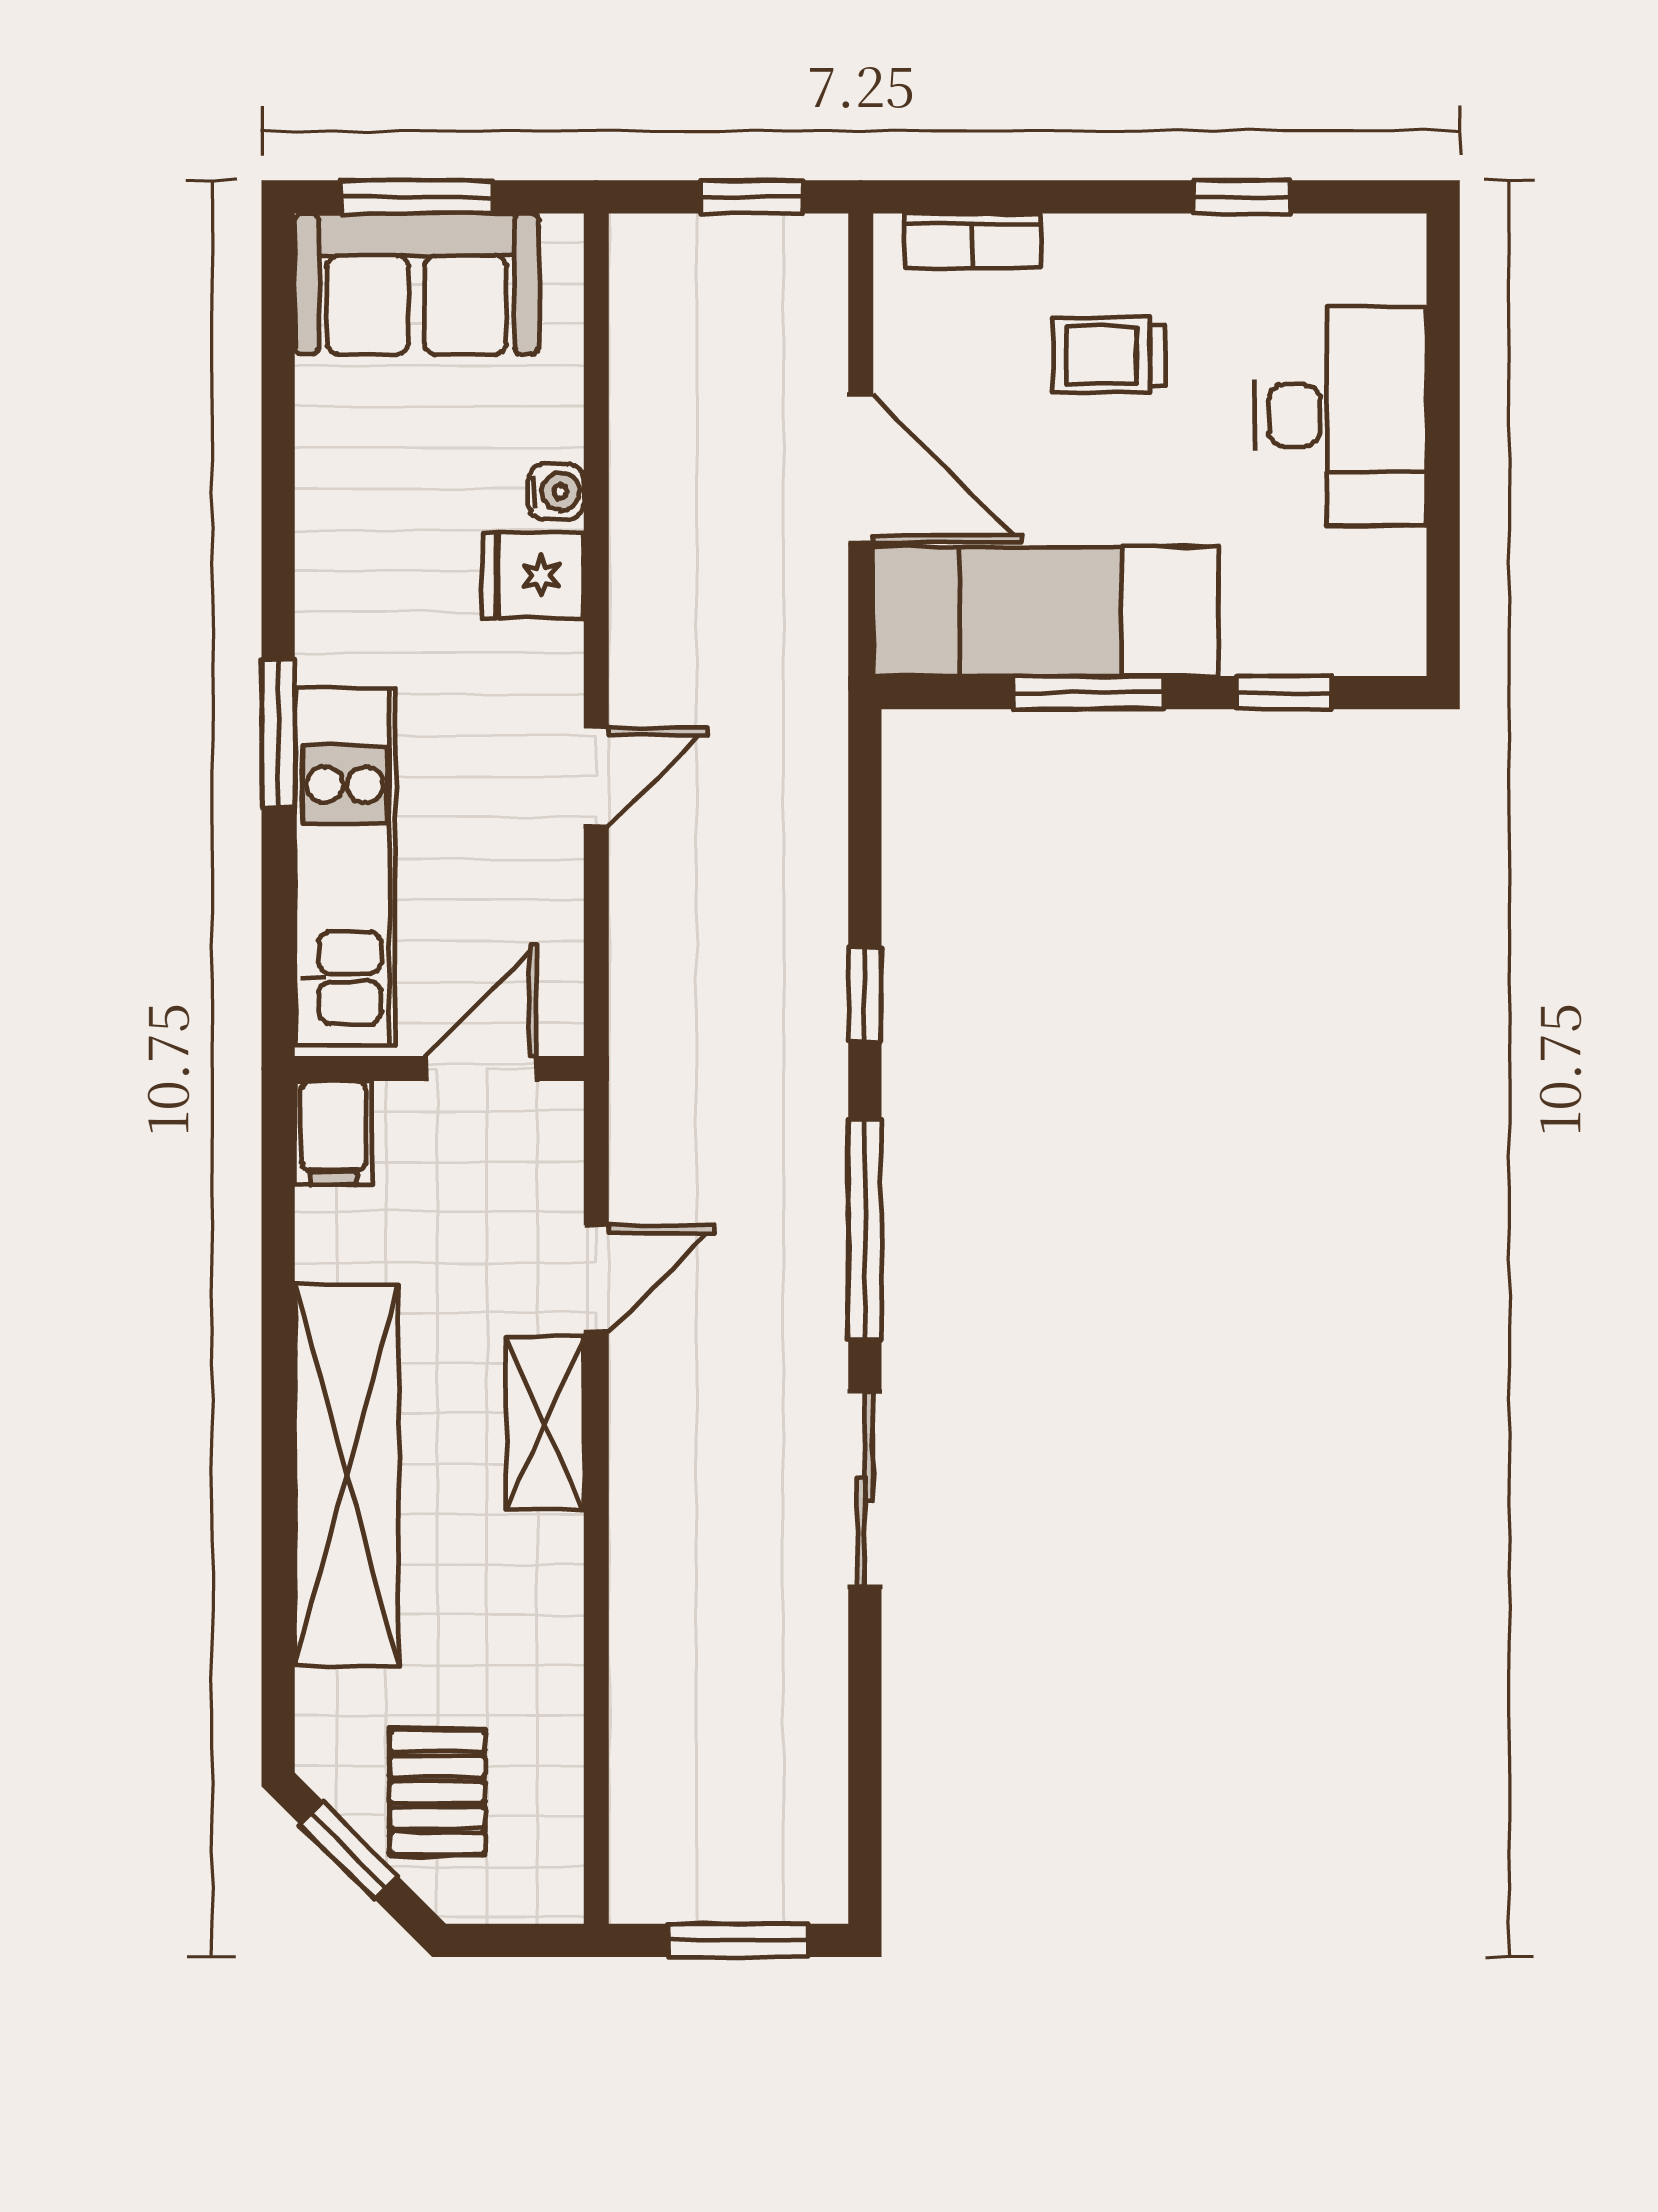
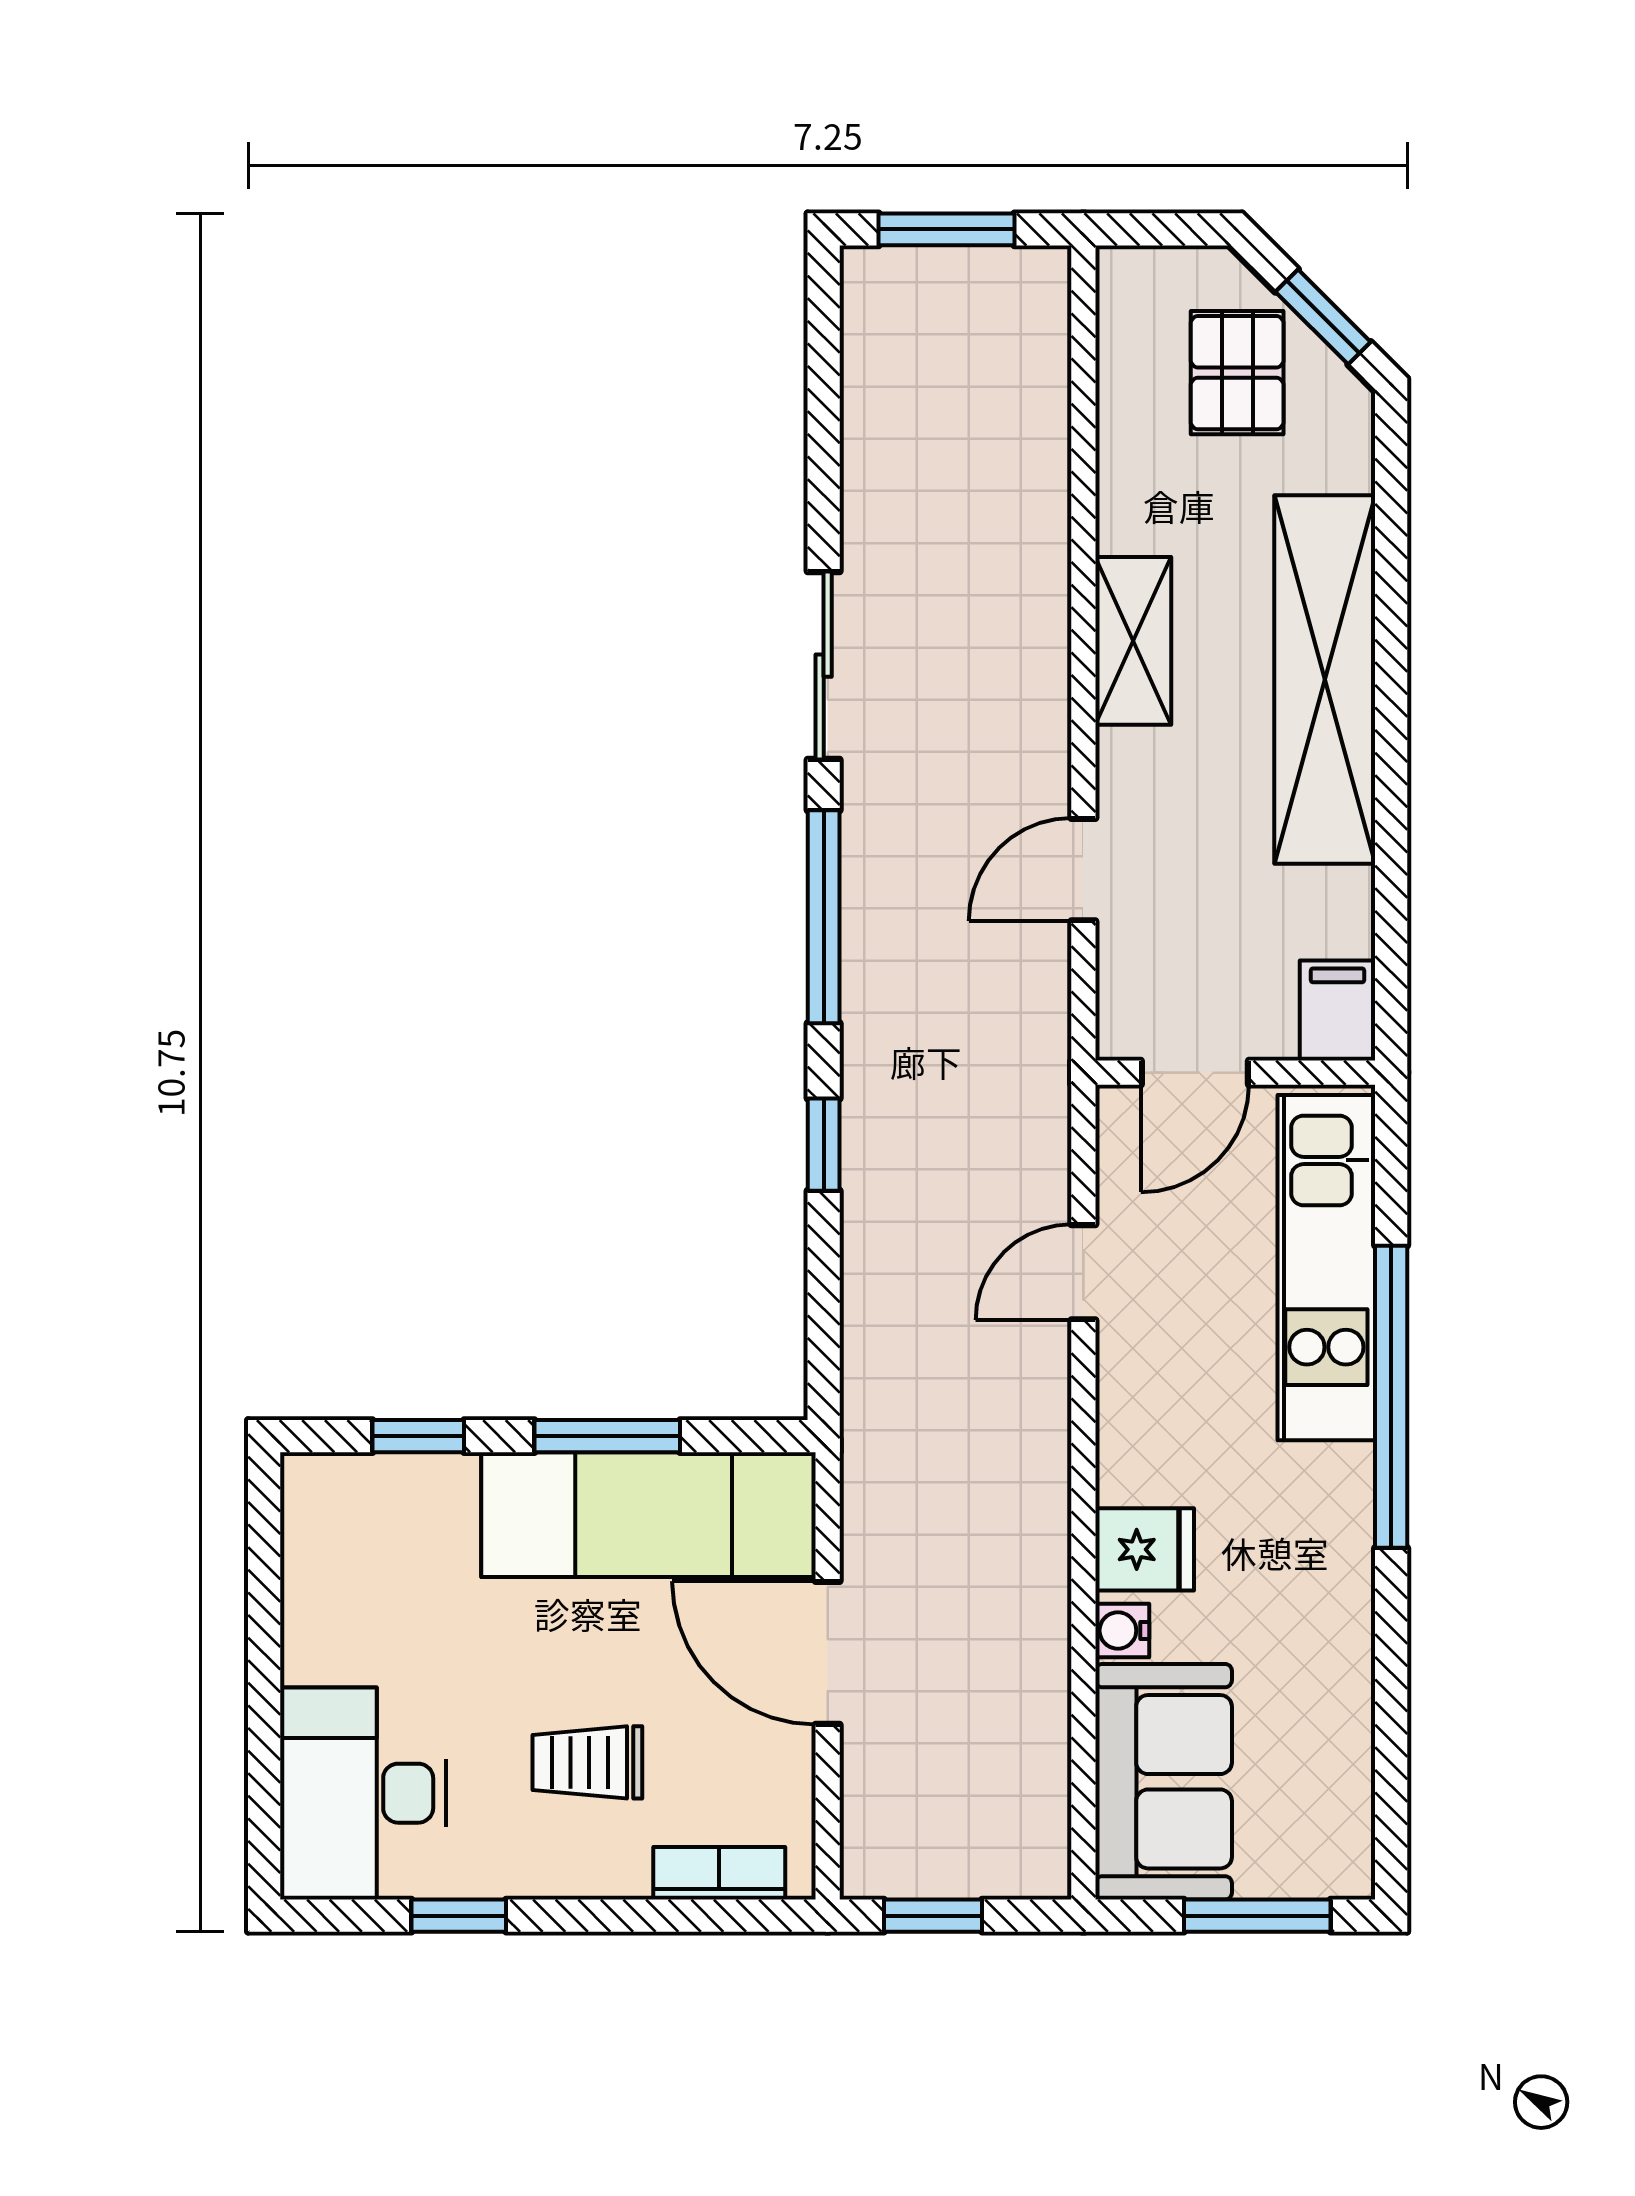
sofa: (417, 284) -> (1164, 1782), moved, turned 90
trolley: (1109, 355) -> (587, 1762), turned 180
desk: (1341, 416) -> (363, 1793), moved
window: (278, 733) -> (1391, 1397), width x2.11
door: (596, 777) -> (1083, 1272), moved
shelving: (545, 1423) -> (1133, 641), moved

